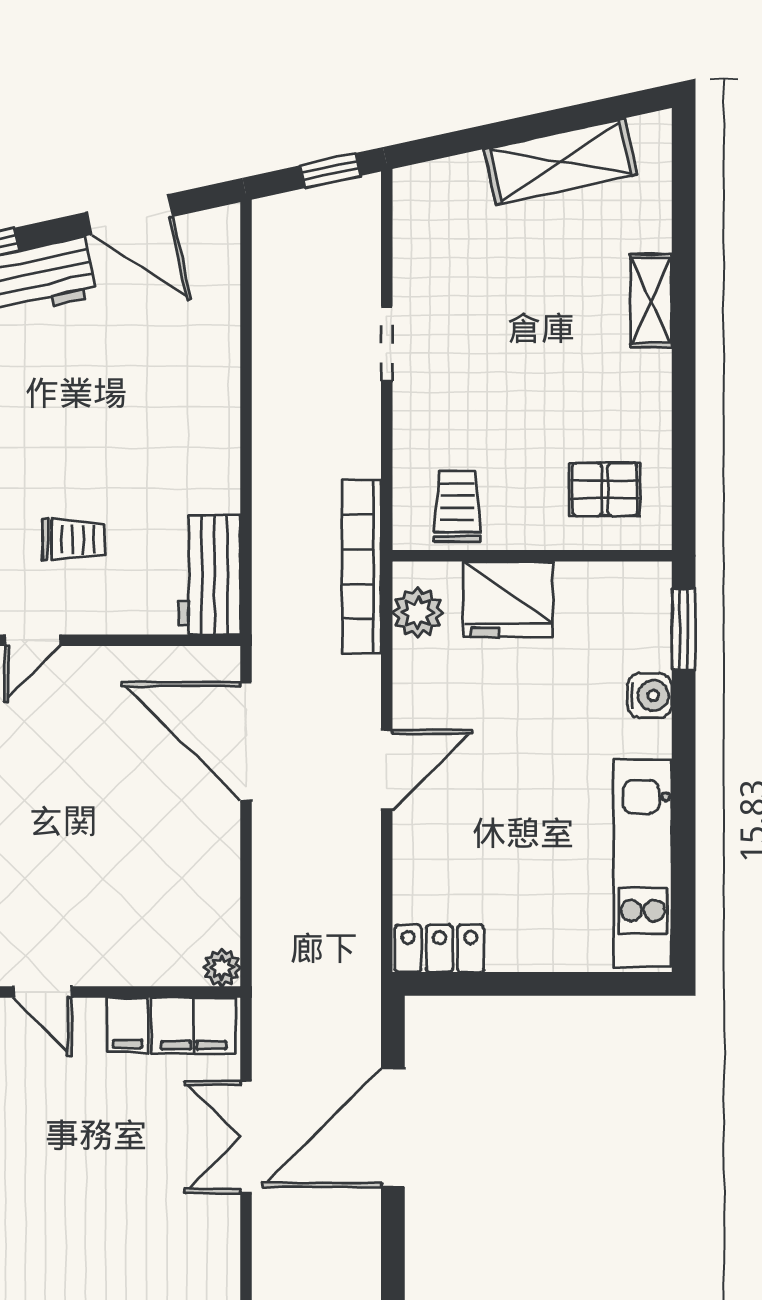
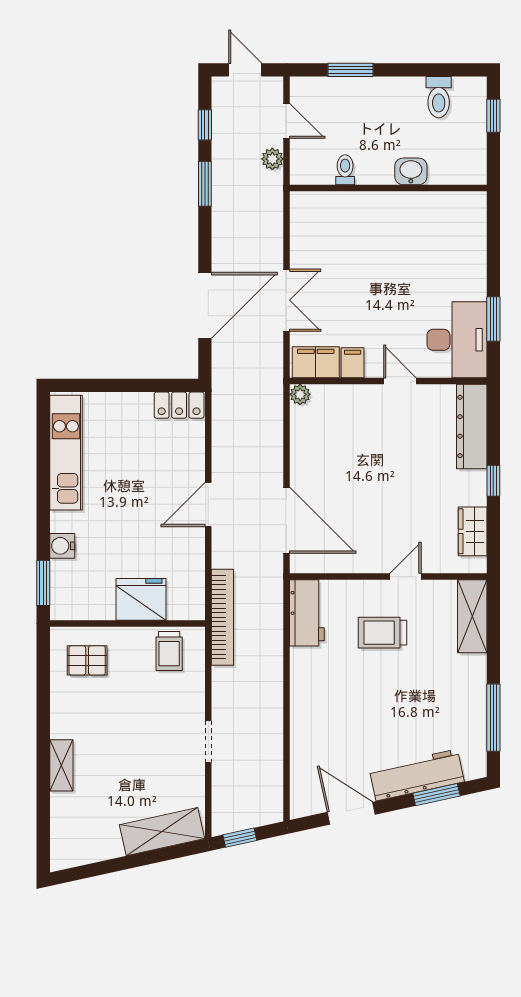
shelving: (560, 162) -> (162, 832), moved
trolley: (74, 539) -> (382, 633), width x1.36, depth x1.39
plant: (418, 613) -> (191, 592), removed

